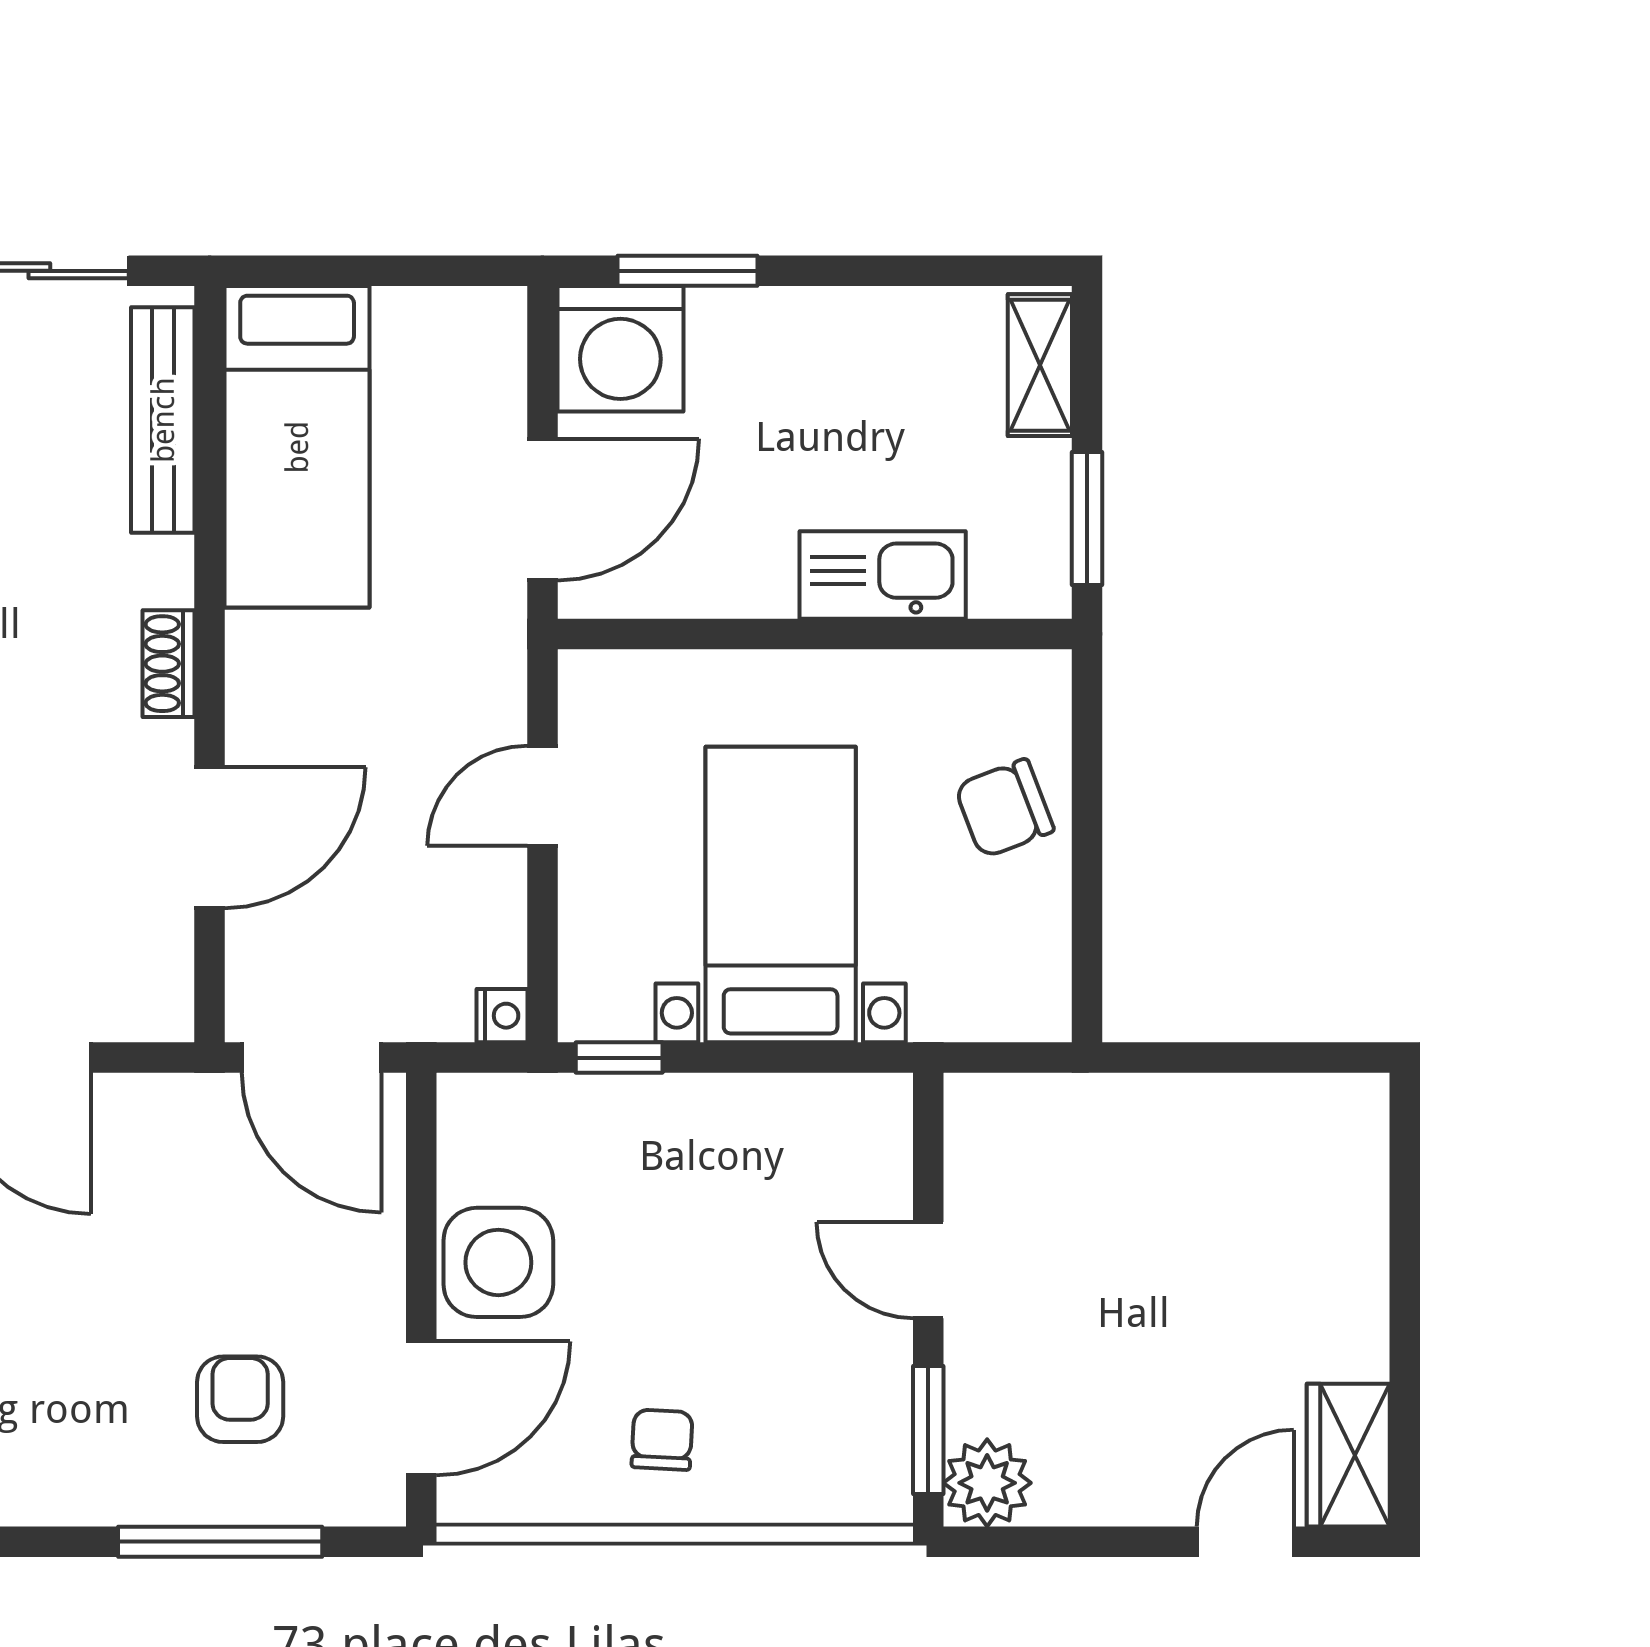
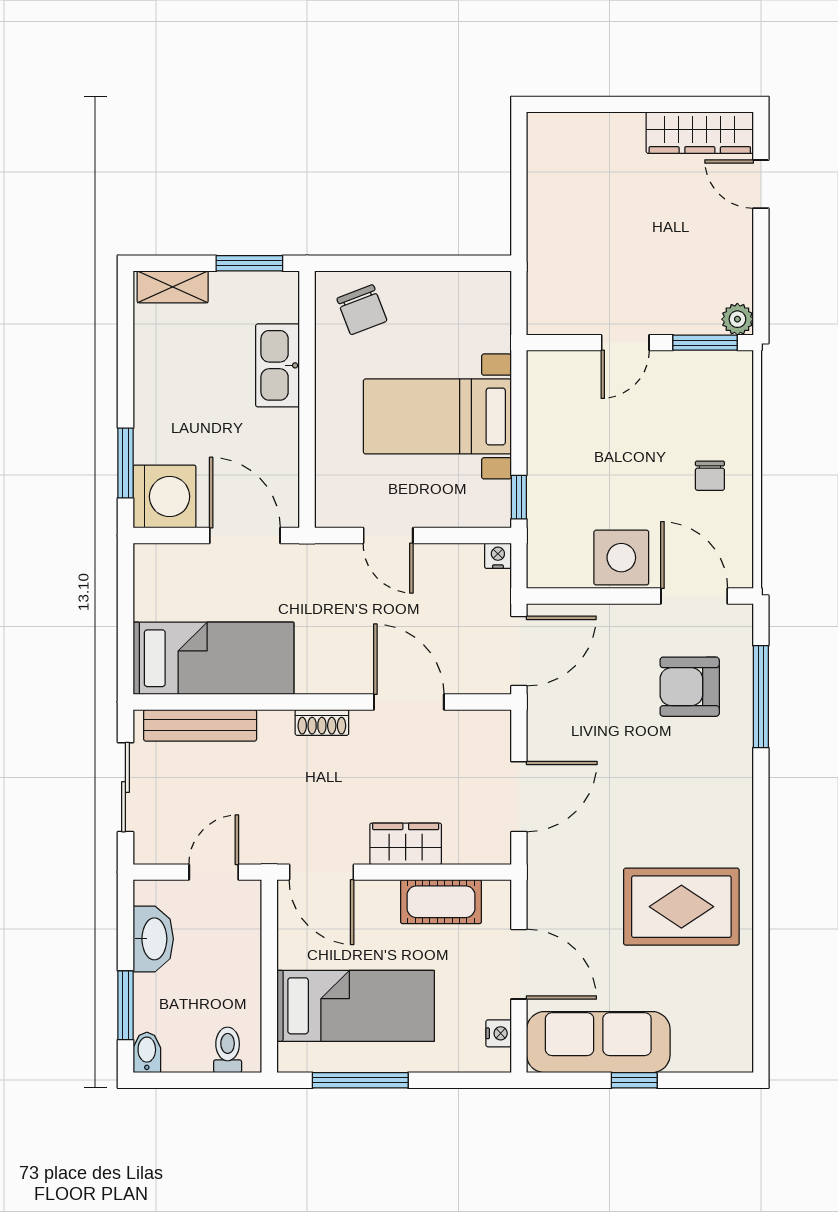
chair: (1004, 808) -> (362, 310), moved
armchair: (240, 1399) -> (690, 687), width x1.38, depth x1.38
chair: (662, 1440) -> (710, 476), turned -93
wardrobe: (1348, 1455) -> (700, 133), width x1.50
plant: (987, 1483) -> (737, 319), width x0.73, depth x0.73

